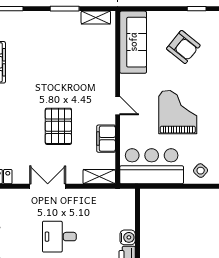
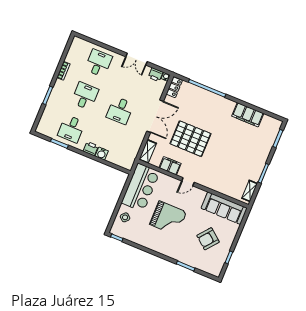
pallet: (58, 126) -> (190, 139), width x1.37, depth x1.41
double door: (48, 186) -> (155, 116), width x1.37
desk: (59, 237) -> (120, 110), turned 180

